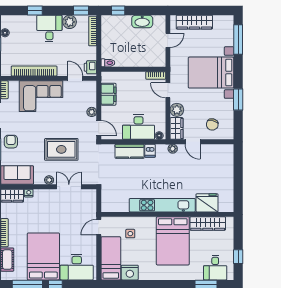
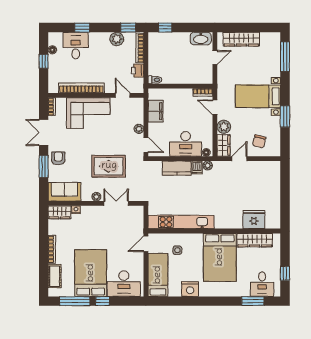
washbasin: (142, 21) -> (201, 39), moved
desk: (49, 29) -> (76, 46), moved
printer: (90, 67) -> (138, 71), moved
bed with nightstands: (211, 73) -> (258, 96), width x0.73
door: (193, 142) -> (239, 159), swing flipped
plant: (173, 149) -> (208, 166), moved
kitchen unit: (162, 205) -> (181, 222), moved
nightstand: (130, 273) -> (190, 289), moved

